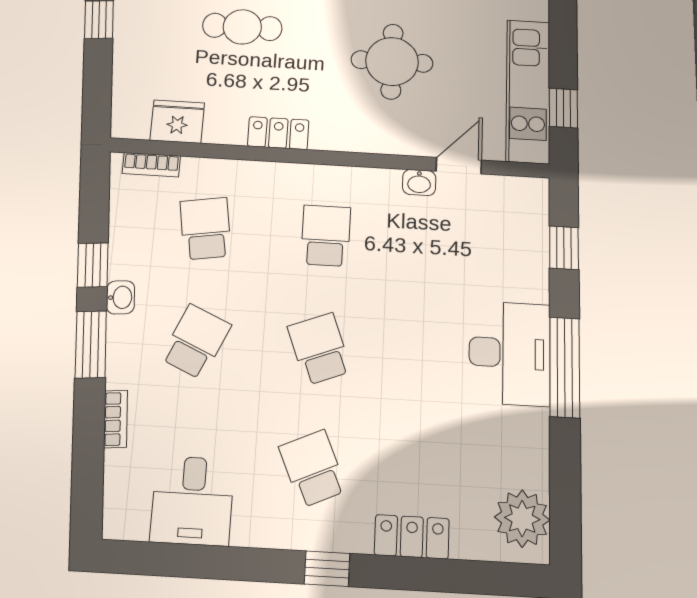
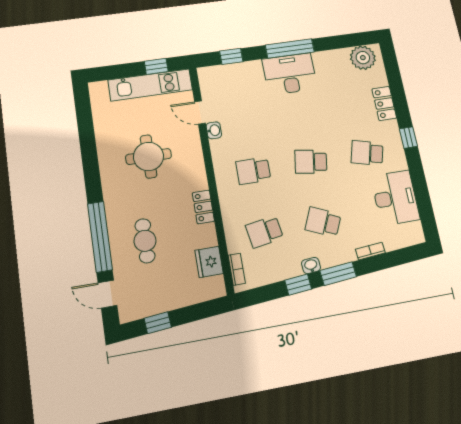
school desk: (319, 349) -> (311, 162), turned 30
school desk: (313, 469) -> (367, 153), turned 39
desk: (193, 501) -> (395, 198), width x1.37

